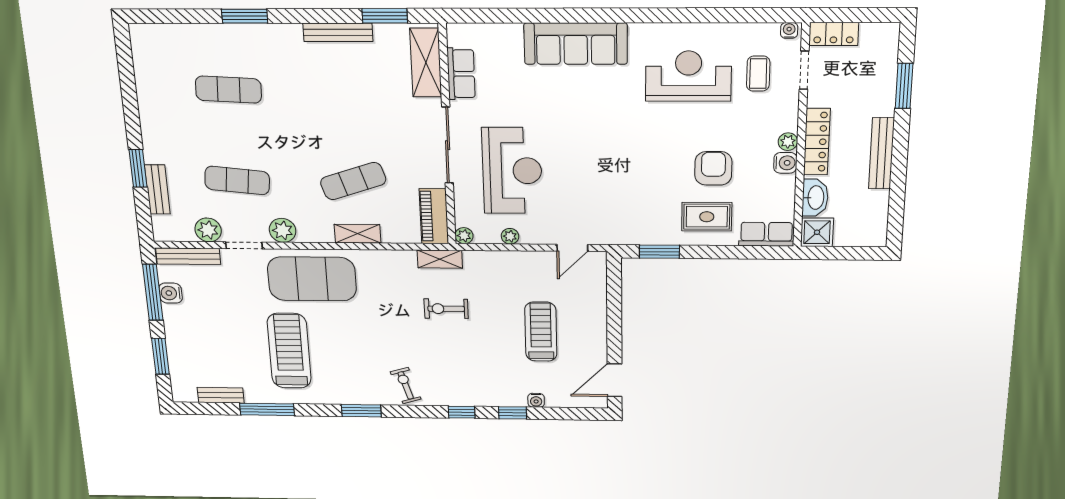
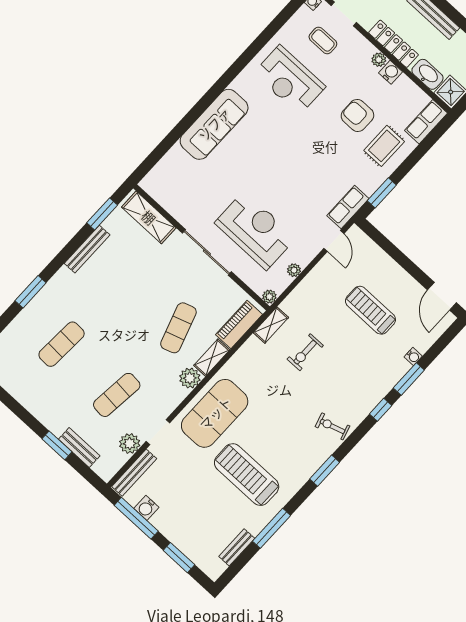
row of seats: (461, 74) -> (348, 207), moved, turned -90
reception desk: (688, 76) -> (290, 80), turned -90
piano: (434, 216) -> (239, 324), moved, turned 90
plant: (283, 230) -> (190, 378), moved
window: (513, 413) -> (409, 379), width x1.50

